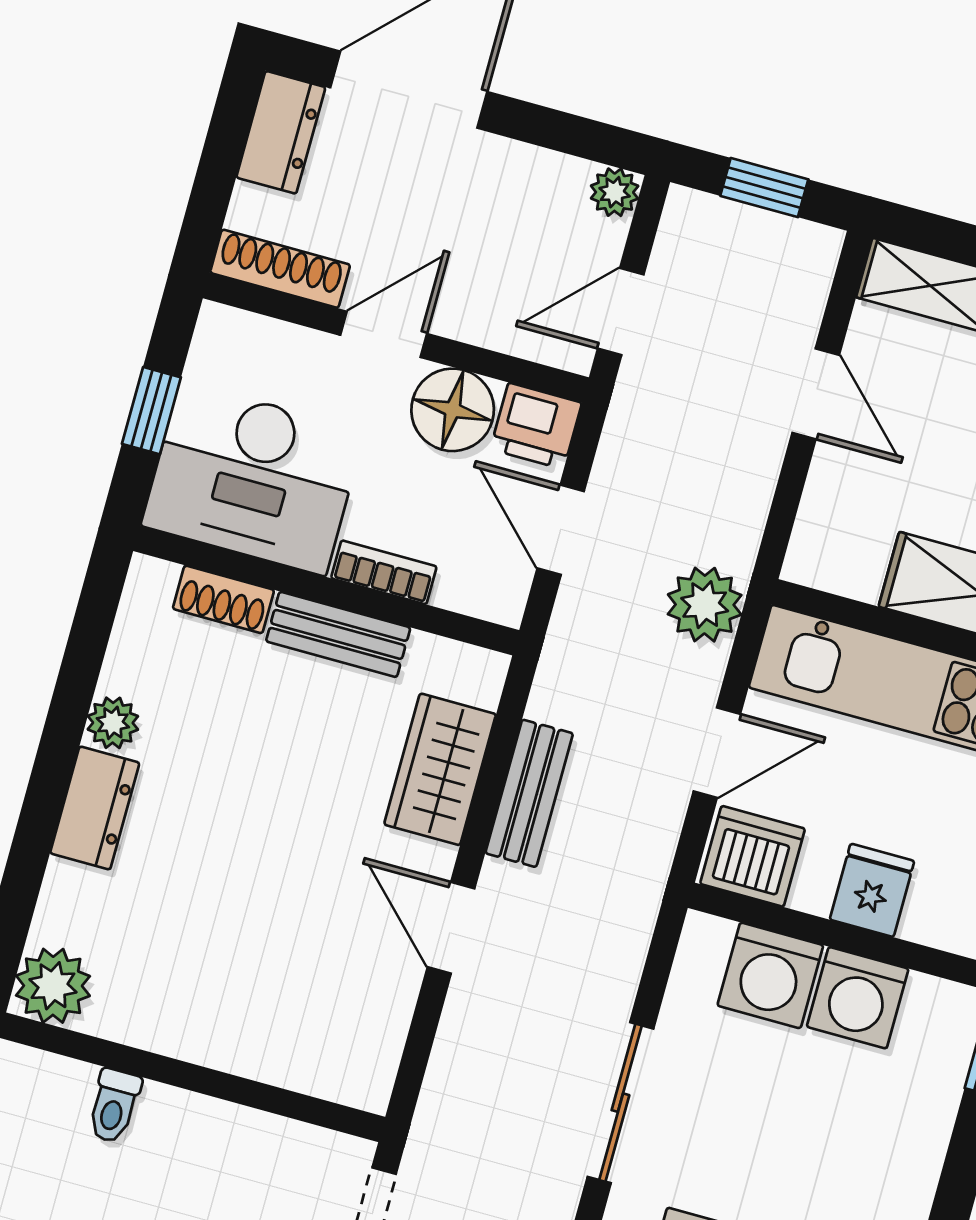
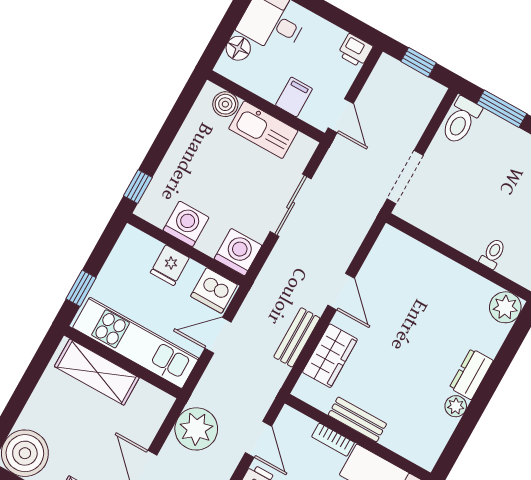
shoe rack: (223, 599) -> (400, 445), removed
plant: (705, 605) -> (196, 429), moved, width x1.36, depth x1.36
washing machine: (770, 975) -> (238, 252), moved

